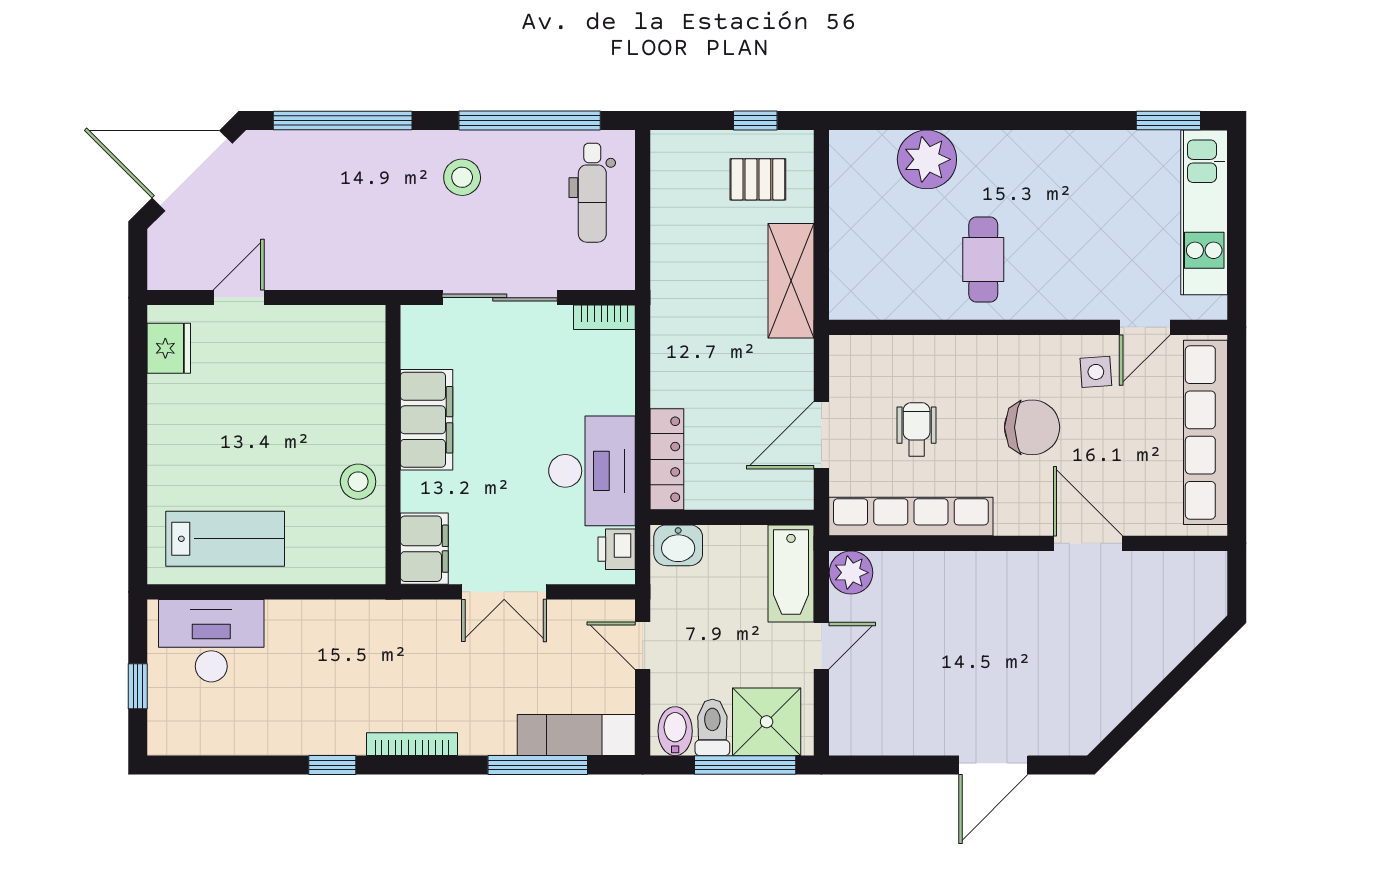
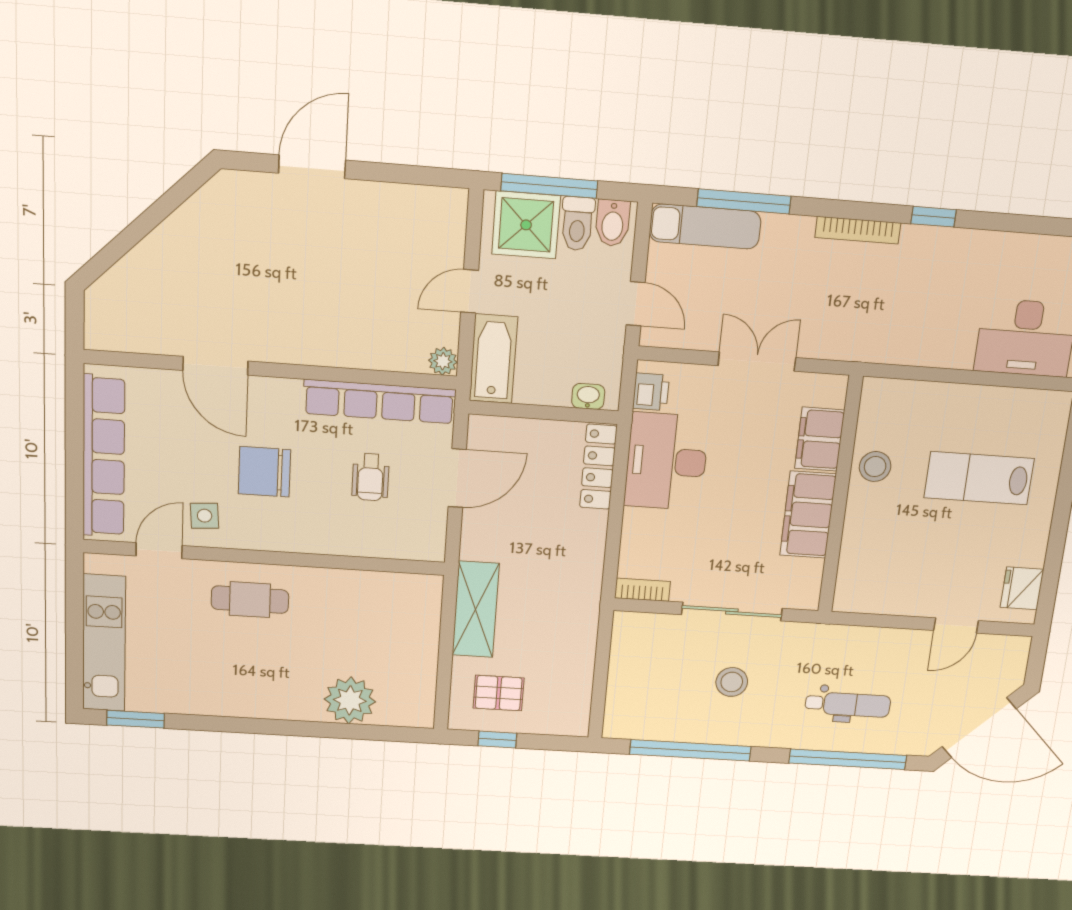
stool: (462, 177) -> (732, 682), moved
dental chair: (592, 193) -> (848, 704), moved, turned 90
cafe table: (983, 260) -> (250, 600), moved, turned 90
lab bench: (225, 539) -> (979, 478), moved
washbasin: (678, 545) -> (588, 396), width x0.72, depth x0.69
filing cabinet: (424, 549) -> (820, 439), moved
plant: (851, 573) -> (443, 361), width x0.73, depth x0.73

